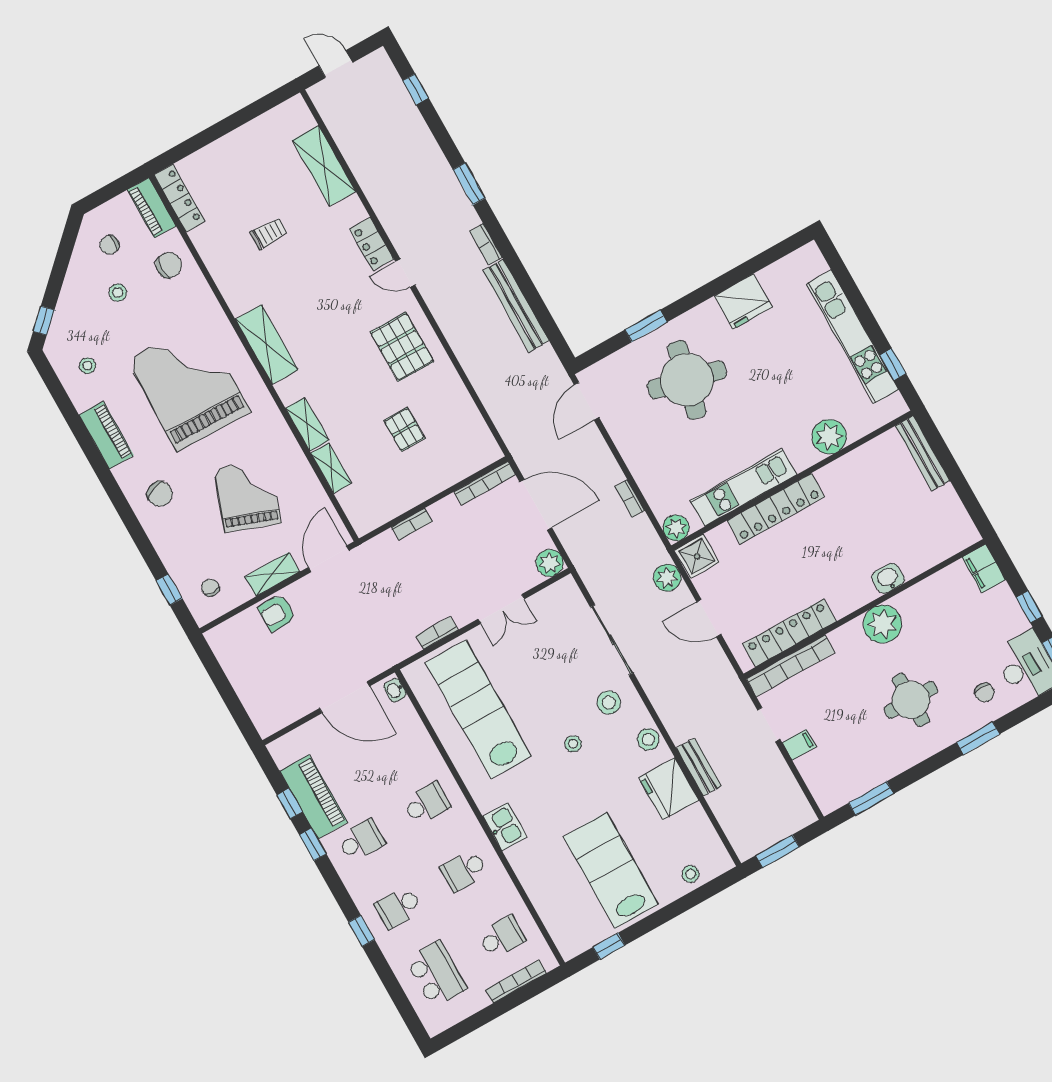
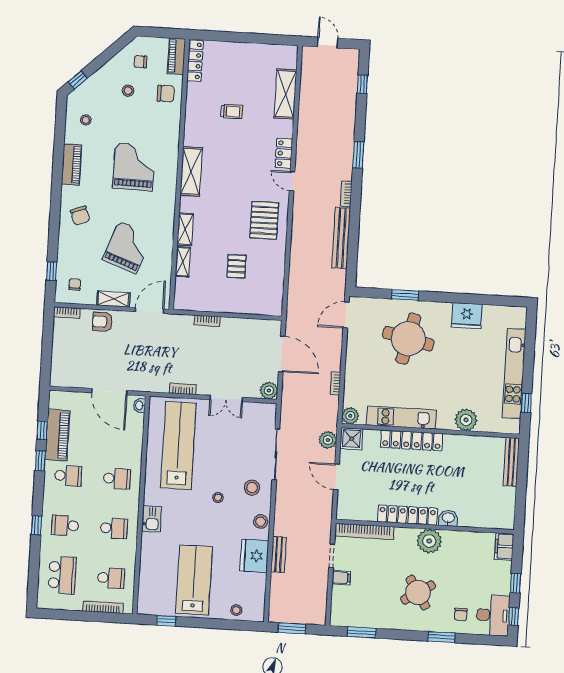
grand piano: (189, 386) -> (134, 167), width x0.73, depth x0.68
bookcase: (485, 483) -> (67, 312), moved, width x0.64
locker: (789, 633) -> (408, 515), moved
round table: (911, 700) -> (418, 593), turned -32
school desk: (464, 870) -> (114, 528), turned 180

